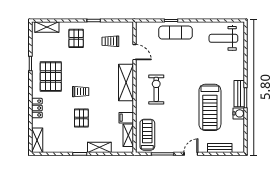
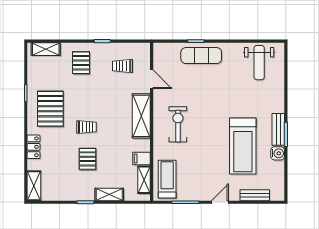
weight bench: (223, 38) -> (259, 63), turned -90

